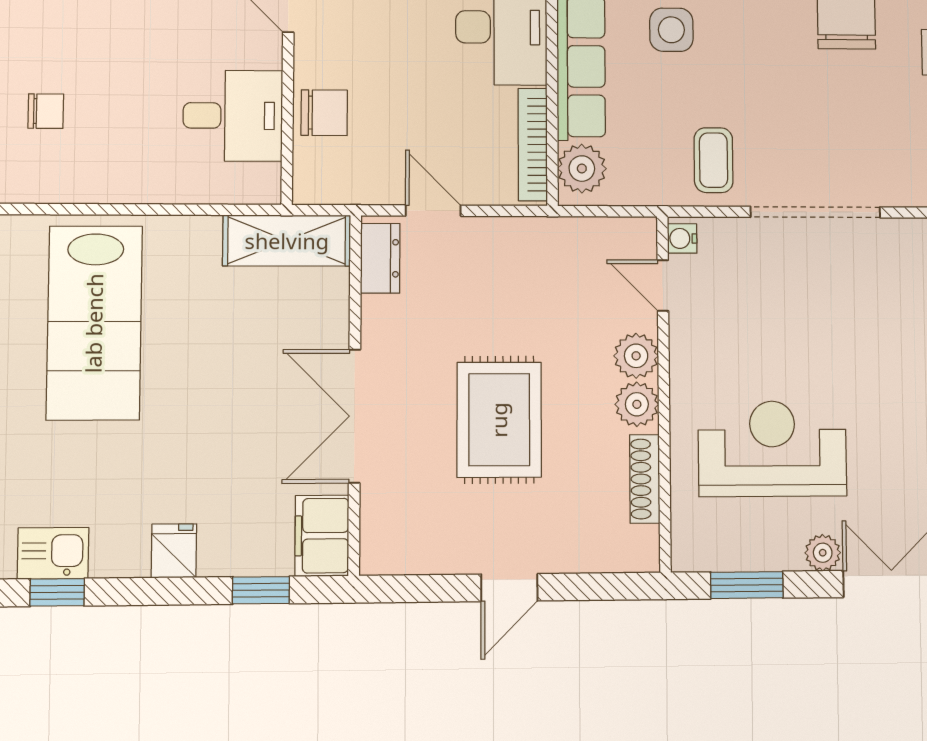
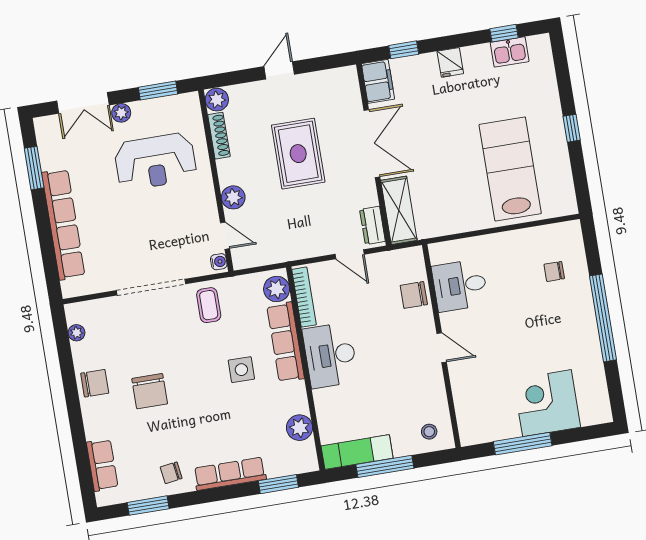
shelving: (287, 241) -> (399, 210), moved, turned 90
plant: (637, 404) -> (217, 100), moved

